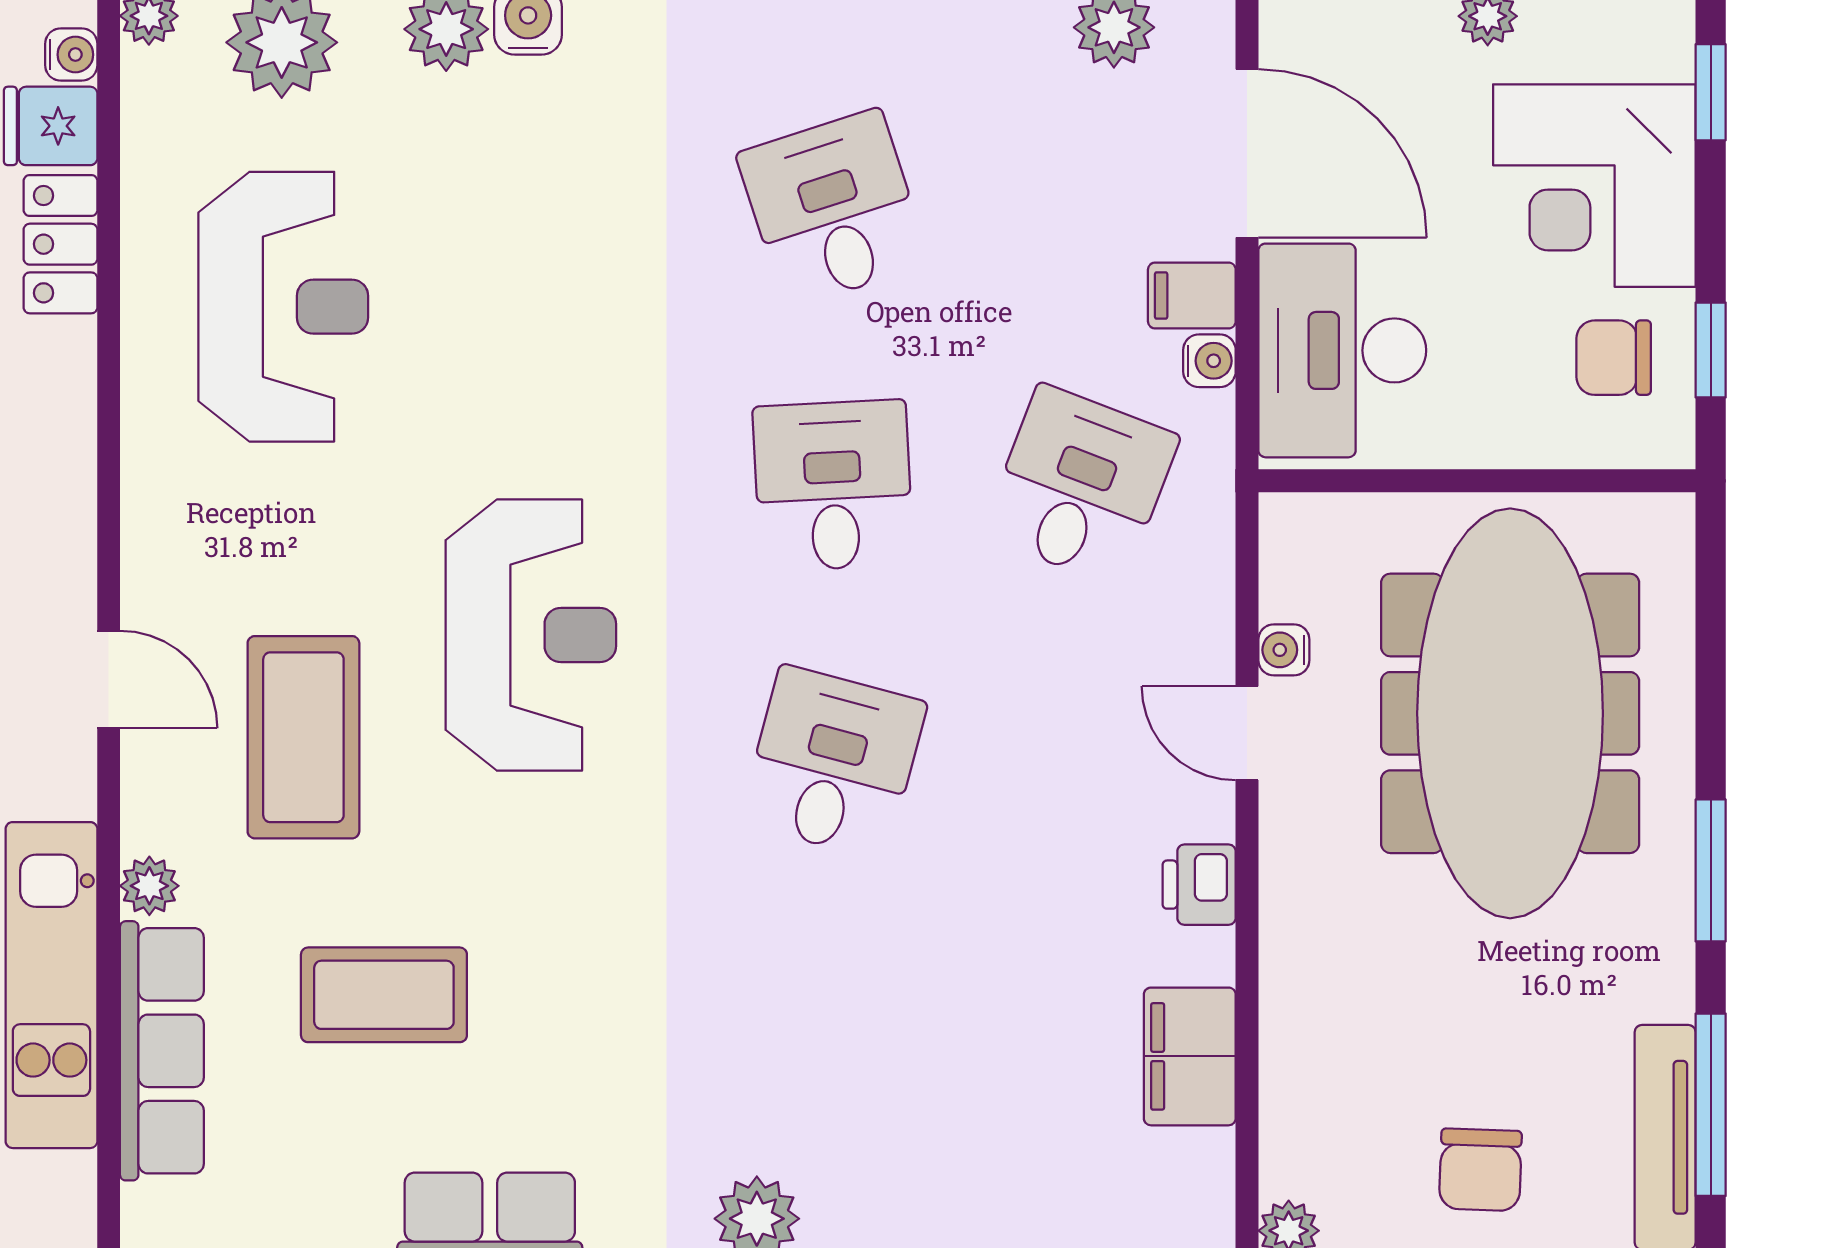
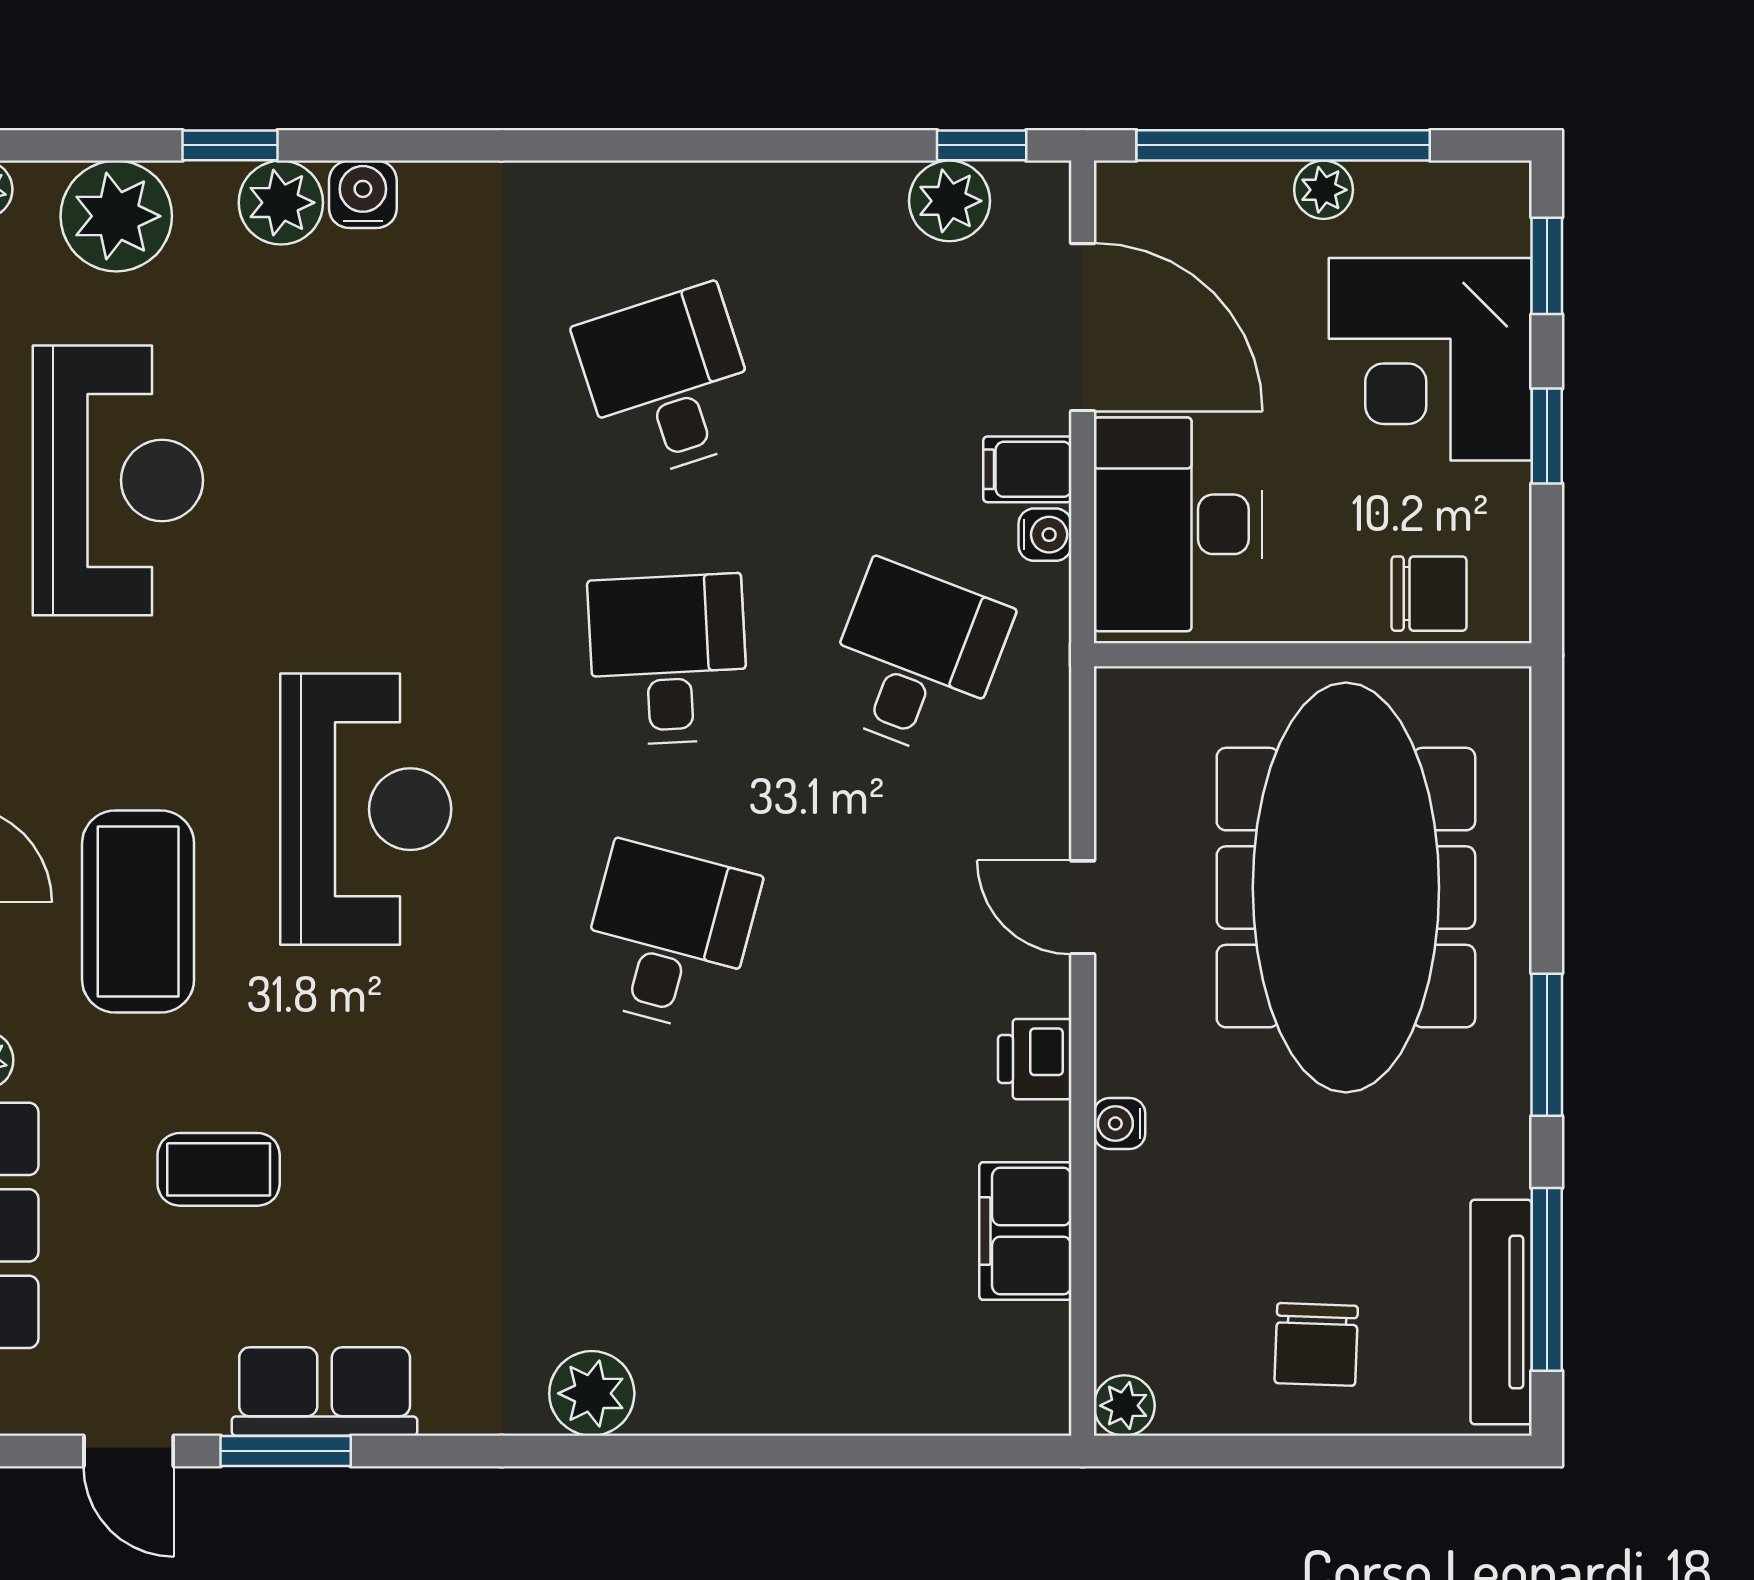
window: (1711, 350) -> (1547, 436), moved
chair: (1614, 358) -> (1429, 594), moved, turned 180
water cooler: (1284, 650) -> (1119, 1124), moved
coffee table: (384, 995) -> (219, 1169), width x0.73, depth x0.77

